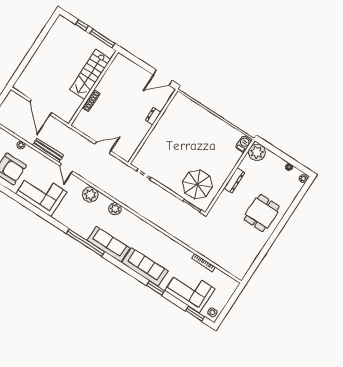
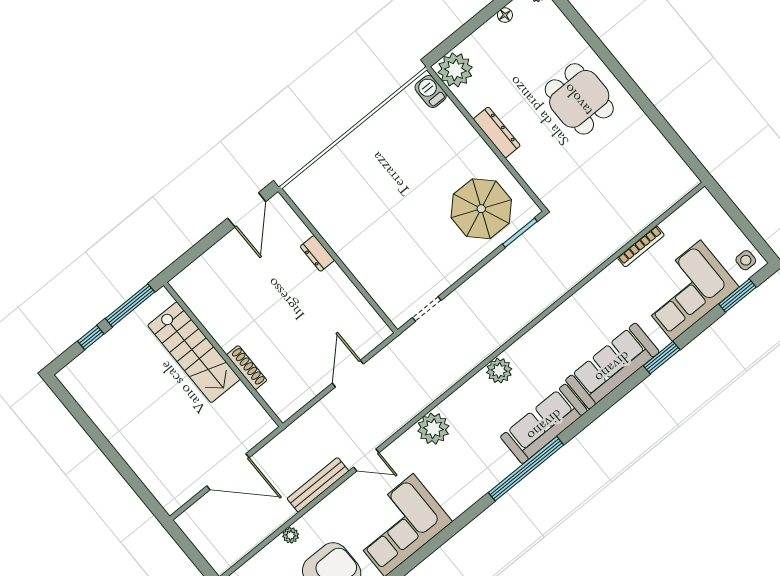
plant: (115, 209) -> (499, 371), moved

